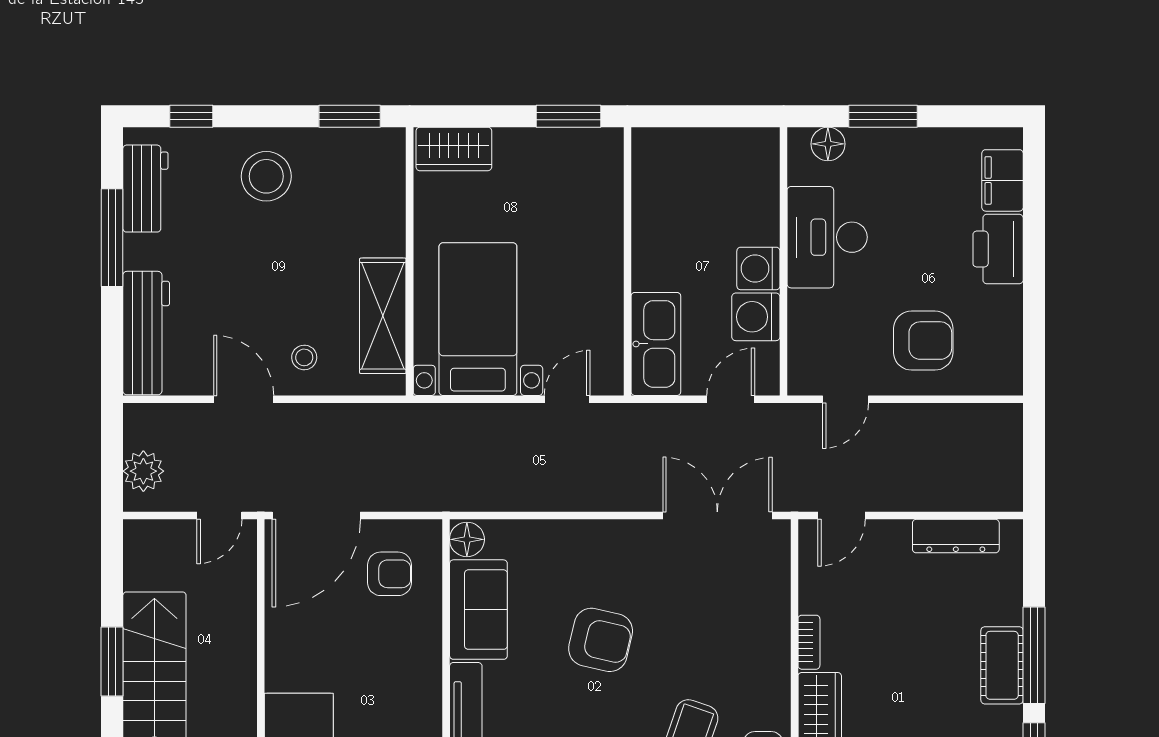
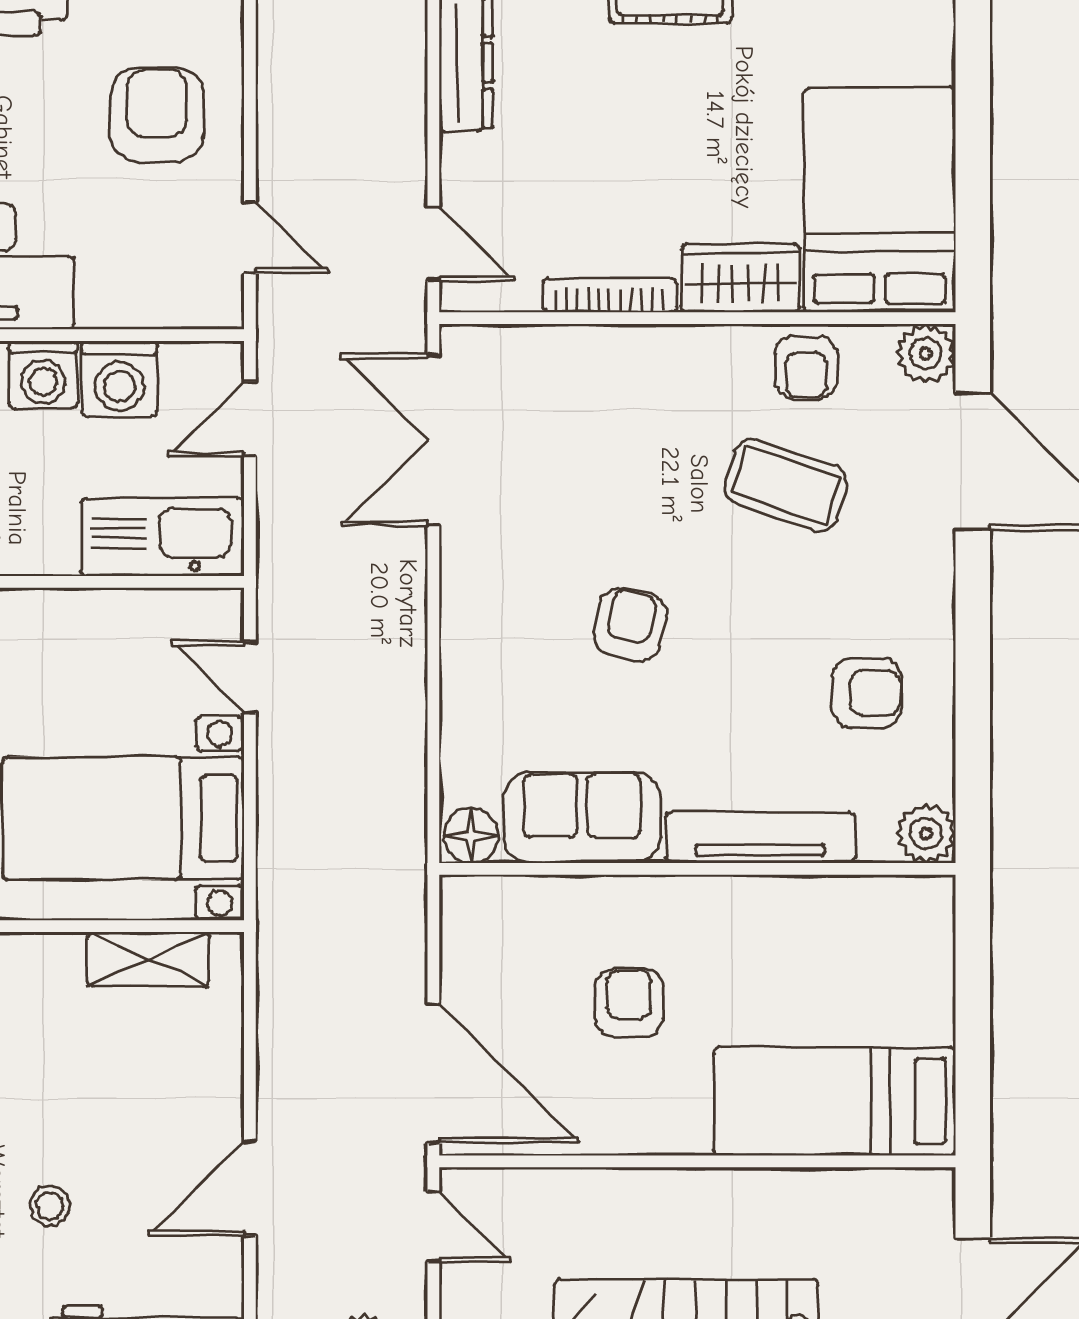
shelving: (383, 316) -> (148, 959), width x0.67, depth x0.75
stool: (304, 357) -> (50, 1206), moved
door: (731, 399) -> (250, 419), hinge flipped
armchair: (389, 574) -> (629, 1003), moved
armchair: (601, 640) -> (630, 624), width x0.72, depth x0.72
bookcase: (809, 642) -> (610, 295), width x1.56

